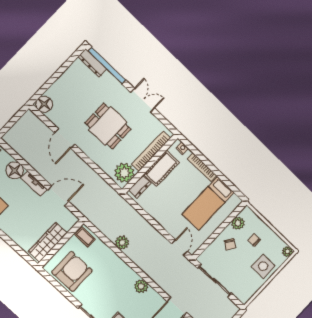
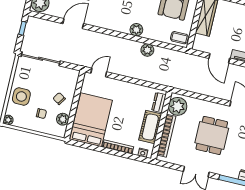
dining table: (108, 126) -> (212, 135), turned 90
door: (58, 196) -> (219, 58), hinge flipped
bed: (208, 203) -> (91, 120), width x1.50
door: (180, 248) -> (99, 73), swing flipped
sliding door: (215, 281) -> (41, 59), moved
plant: (141, 286) -> (136, 30), moved

